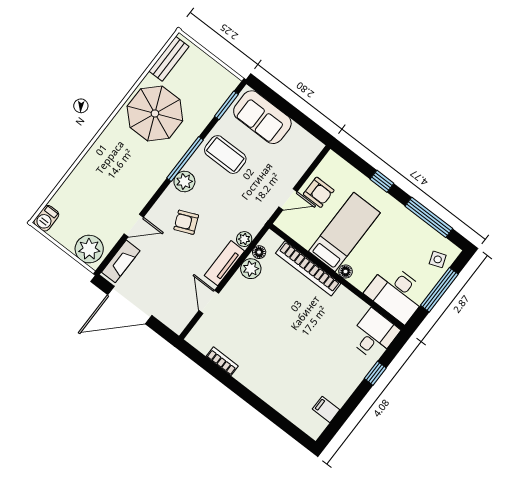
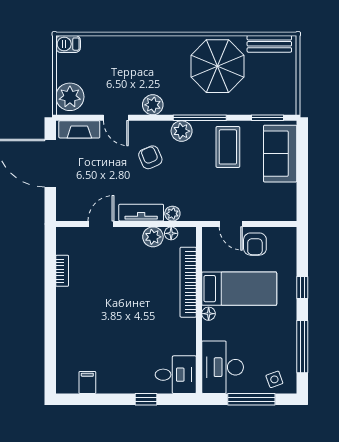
plant: (146, 188) -> (153, 105), added

